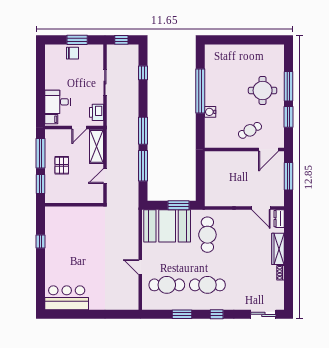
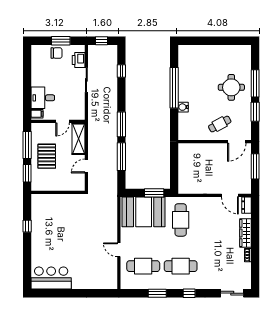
printer: (96, 112) -> (79, 60), moved
pallet: (62, 165) -> (47, 156), width x1.50, depth x1.42

